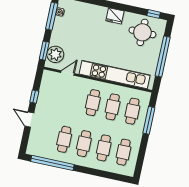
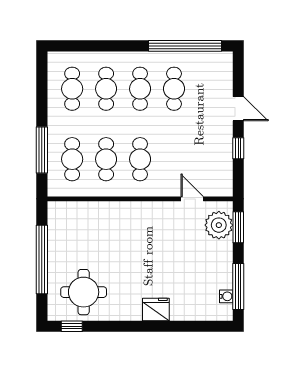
fridge: (115, 16) -> (156, 309), moved
door: (68, 73) -> (192, 199), swing flipped
kitchen unit: (115, 74) -> (114, 213), removed

